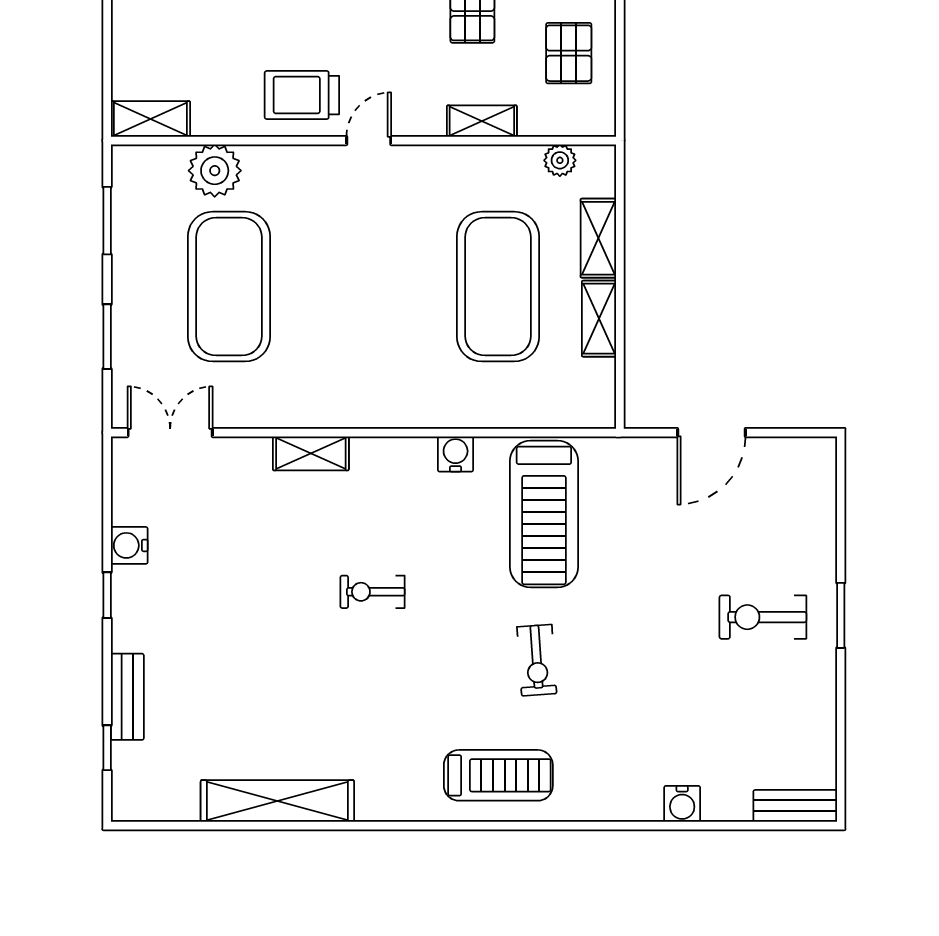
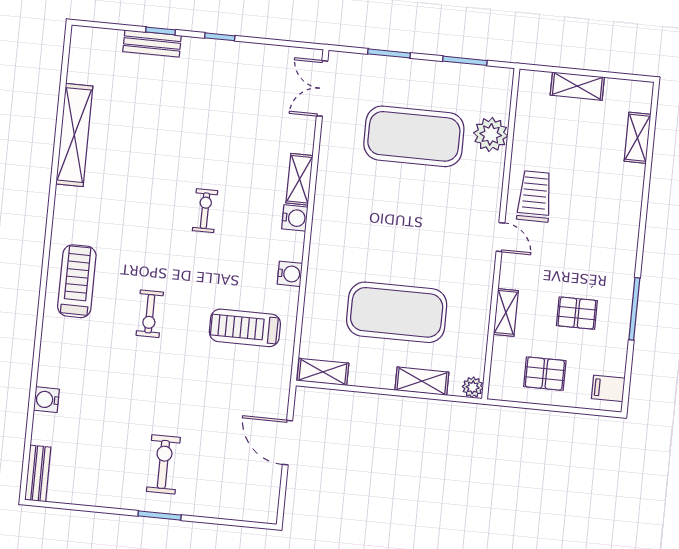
shelving: (150, 119) -> (577, 86), moved, turned 90
plant: (560, 160) -> (473, 387), moved
shelving: (599, 319) -> (323, 372), moved
double door: (170, 433) -> (322, 88), swing flipped
treadmill: (544, 514) -> (245, 328), width x0.73, depth x0.73
water cooler: (129, 545) -> (295, 218), moved, turned 90
exercise bike: (537, 660) -> (150, 314), turned -86
window: (107, 748) -> (161, 31), moved
treadmill: (498, 775) -> (77, 281), turned 180

